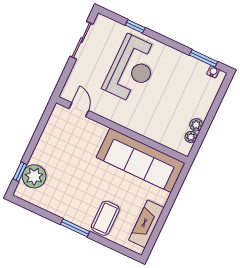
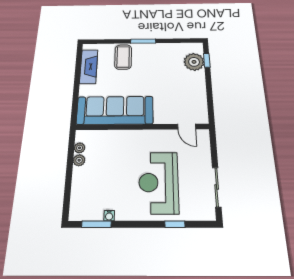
water cooler: (213, 72) -> (109, 216), moved

